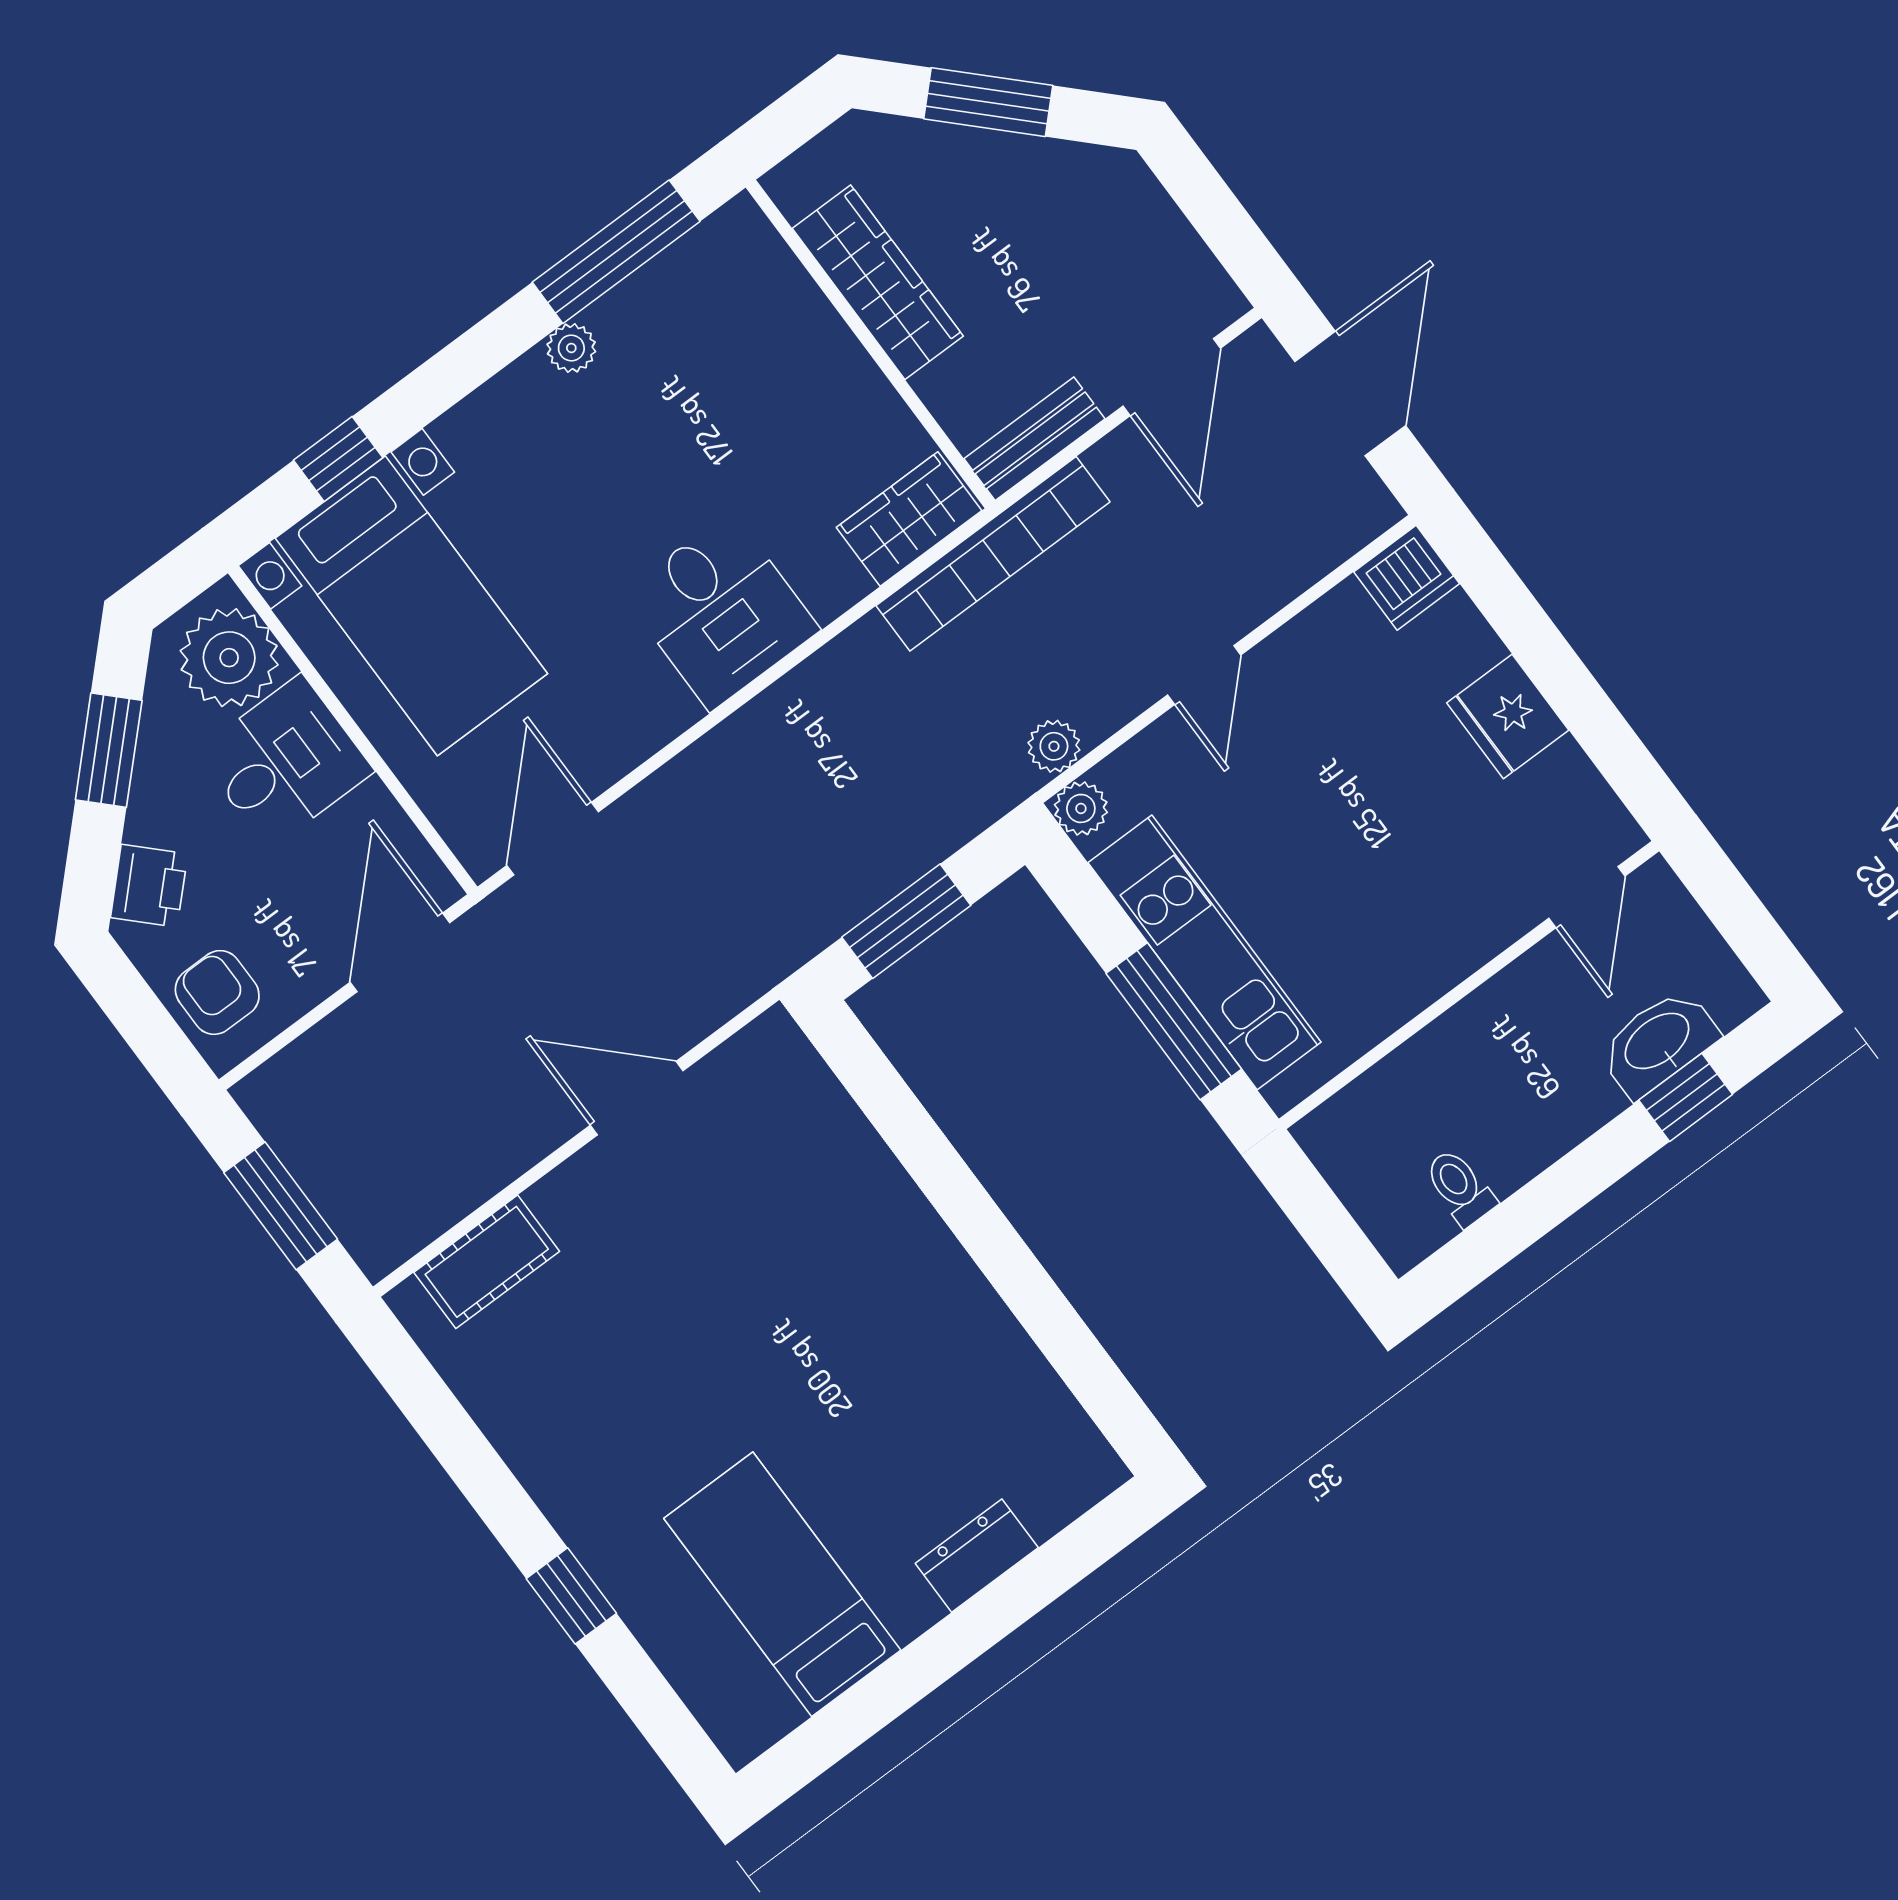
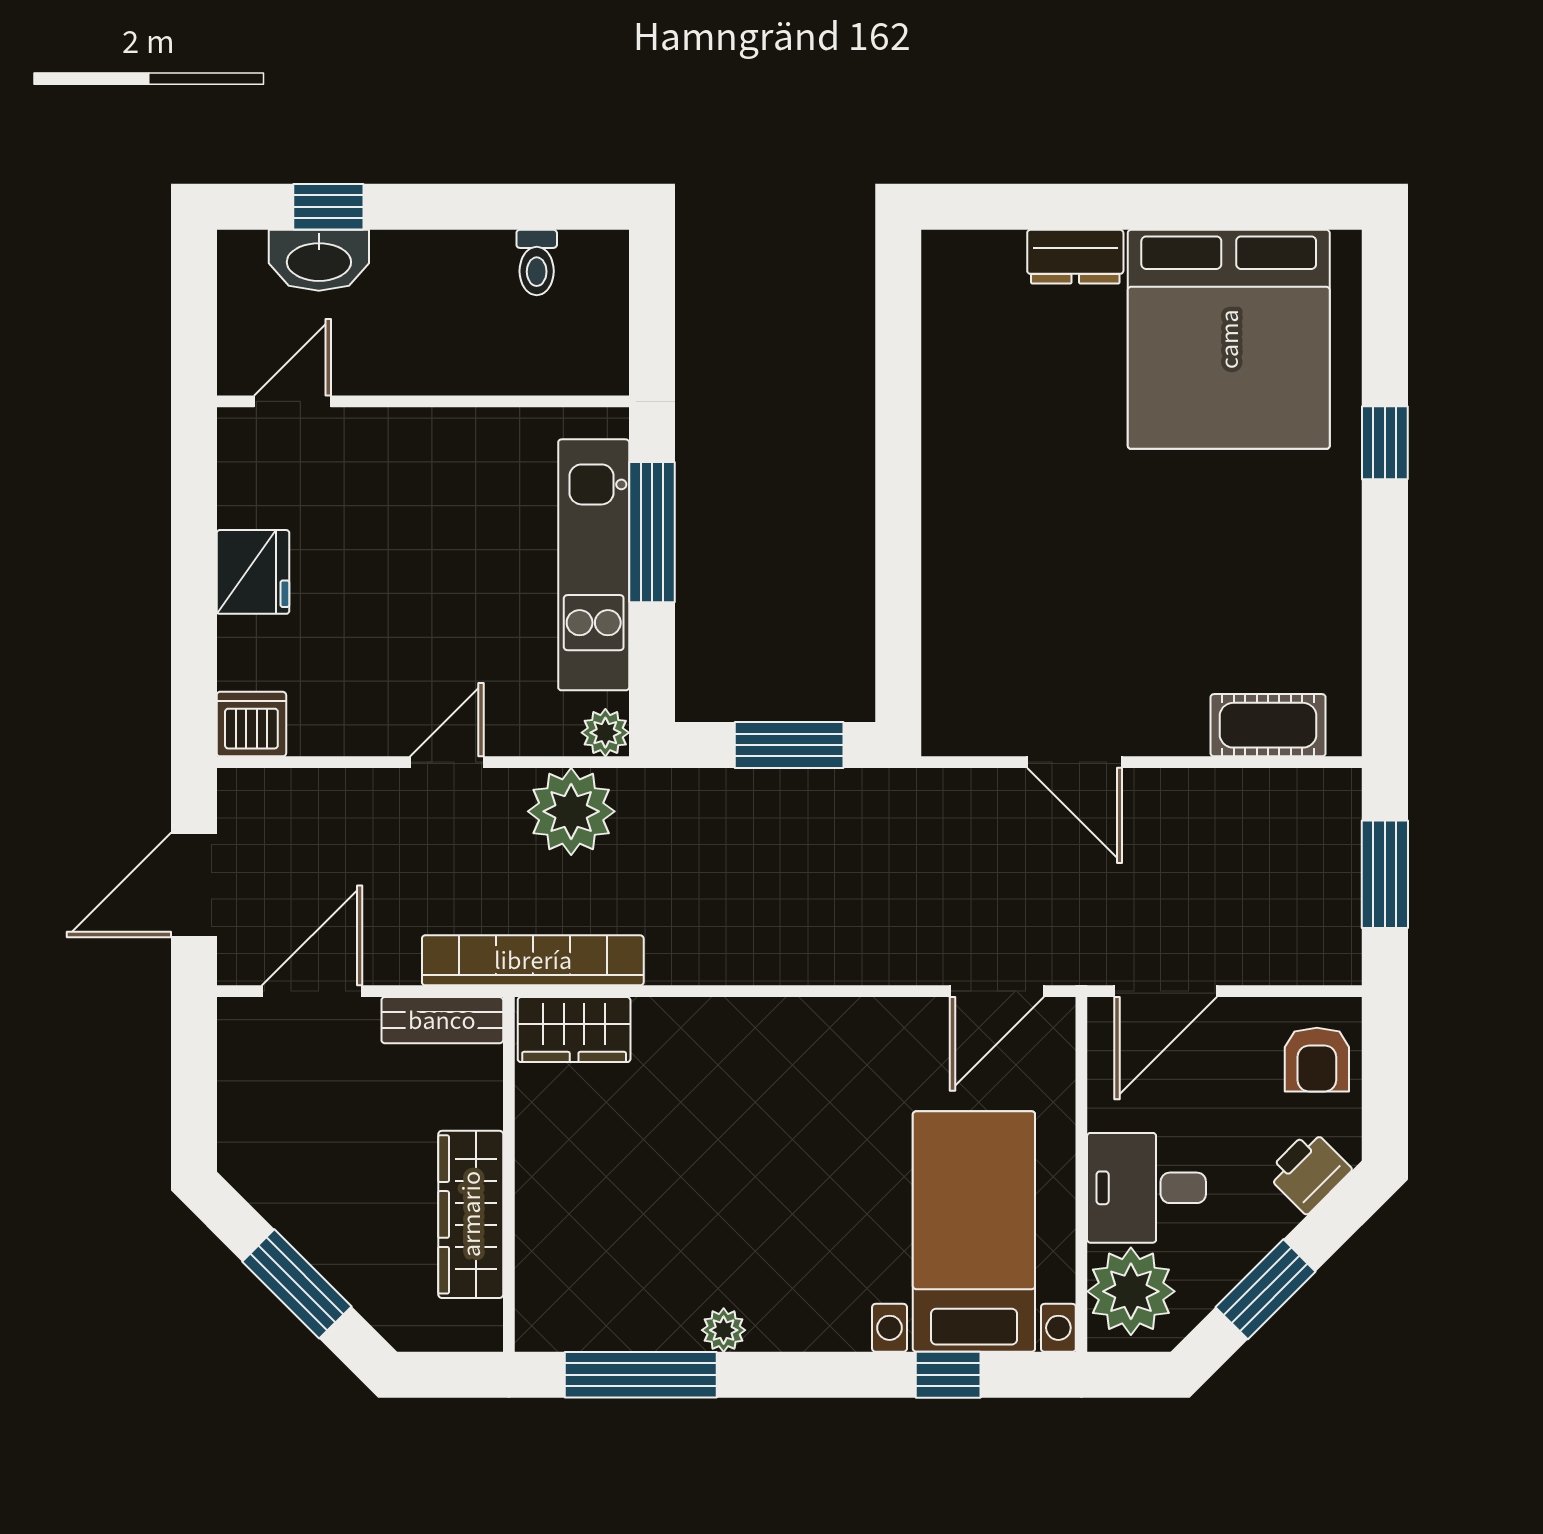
desk: (721, 611) -> (757, 1064), removed
plant: (1054, 746) -> (571, 811), width x1.87, depth x1.87
bed: (782, 1584) -> (1229, 339), width x2.04

